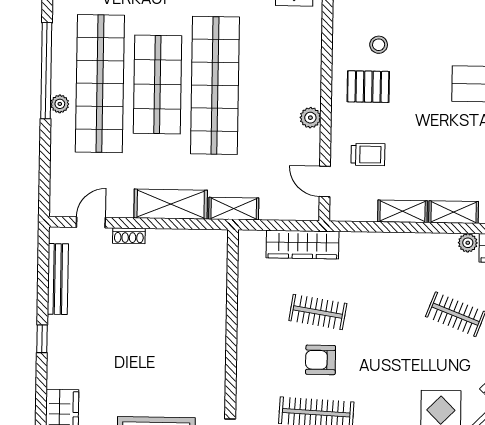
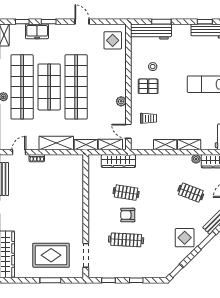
shelving: (286, 209) -> (110, 144), added

